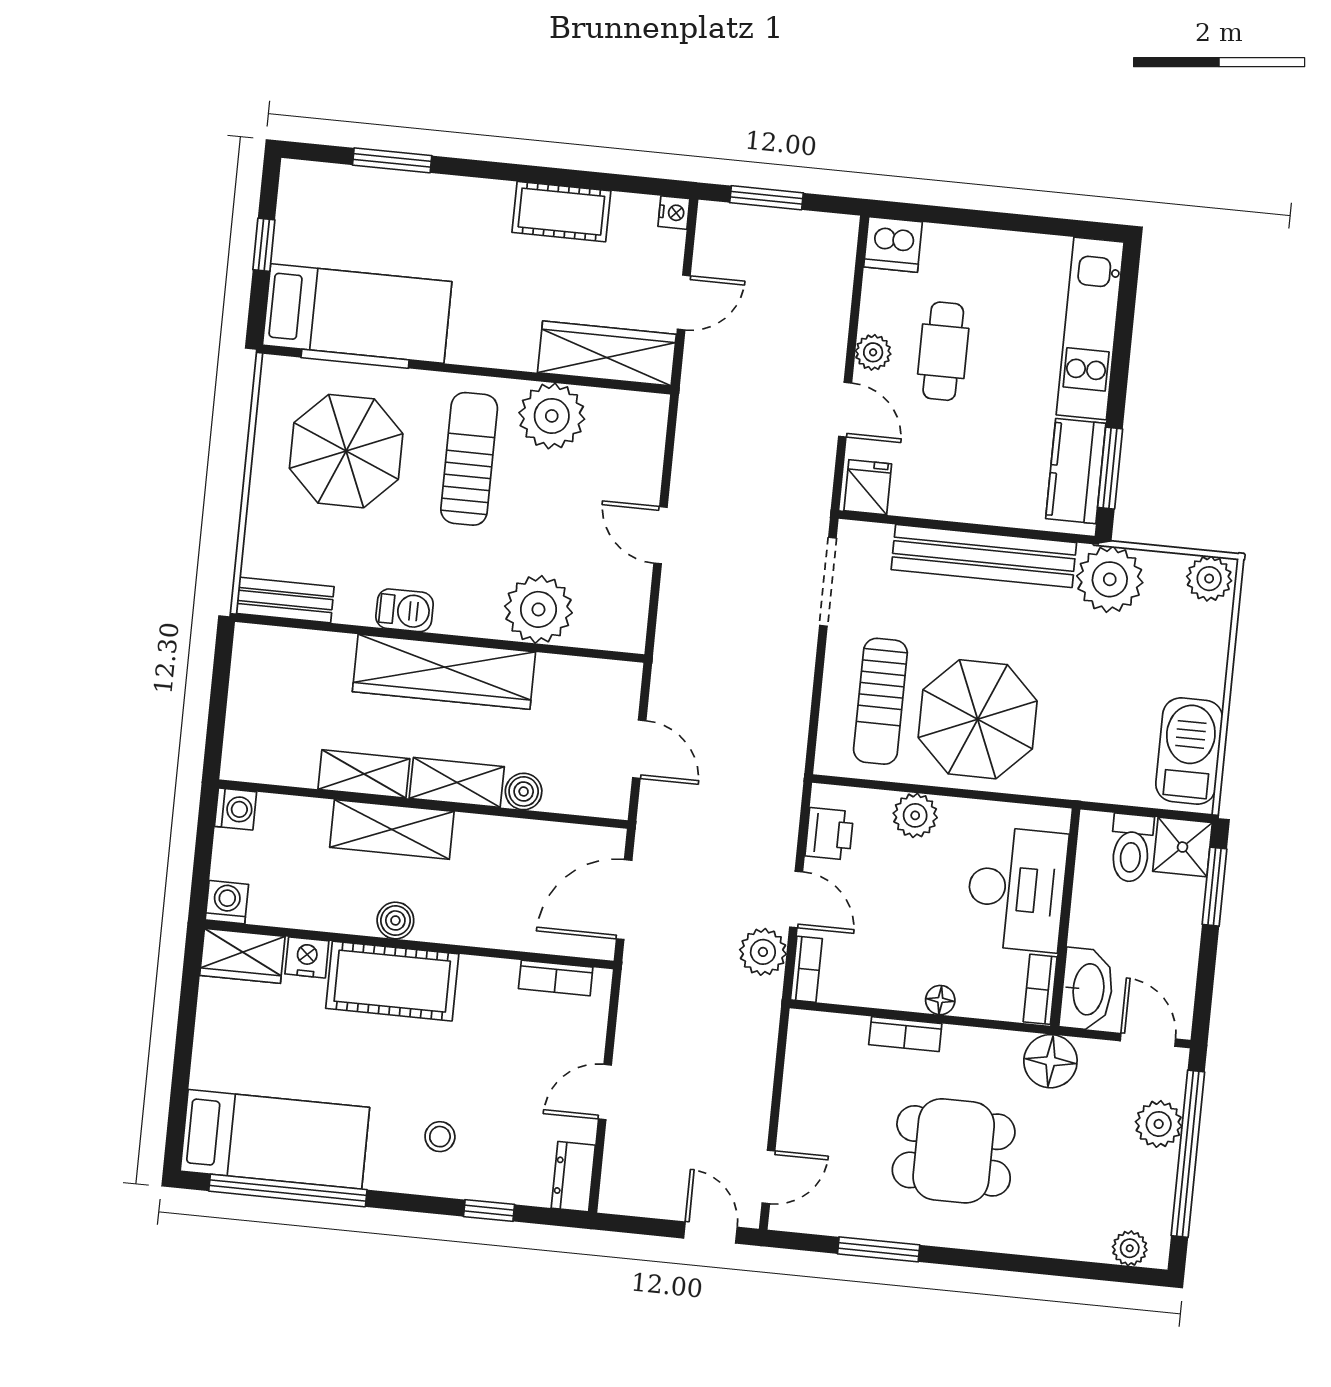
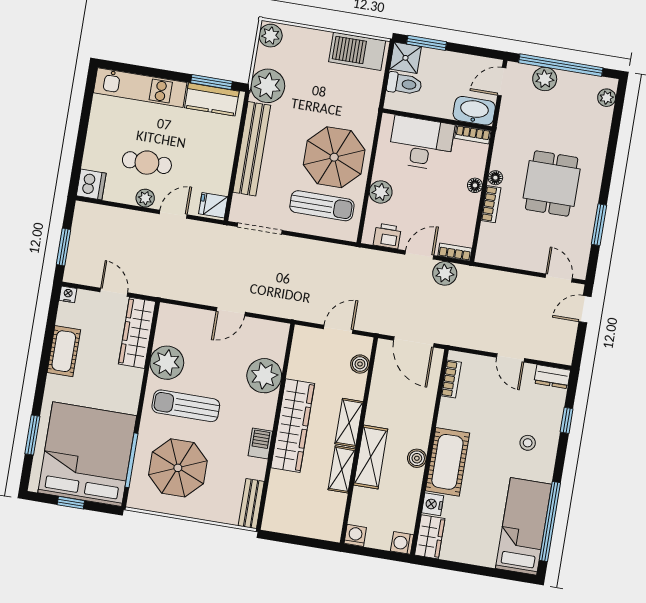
bed: (357, 313) -> (87, 454), width x2.04
boiler: (524, 791) -> (360, 364), moved
floor lamp: (1050, 1061) -> (495, 178), moved, width x0.53, depth x0.53

